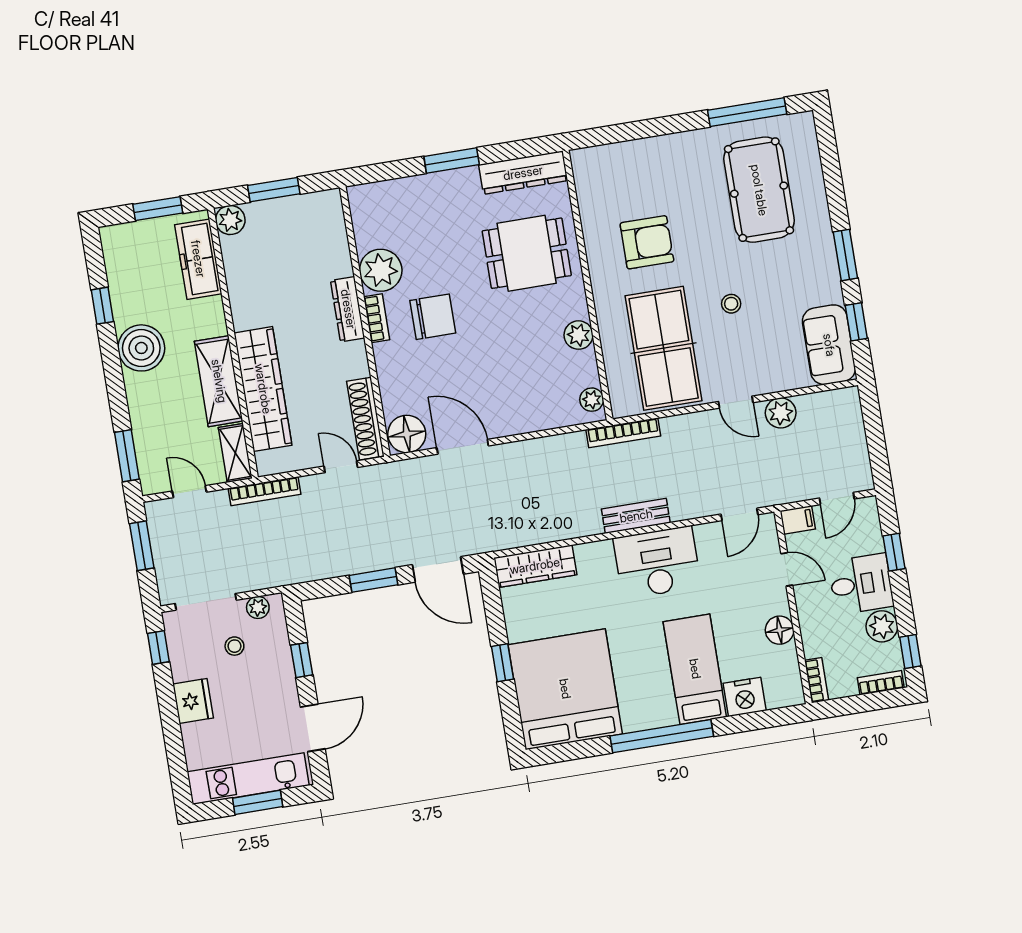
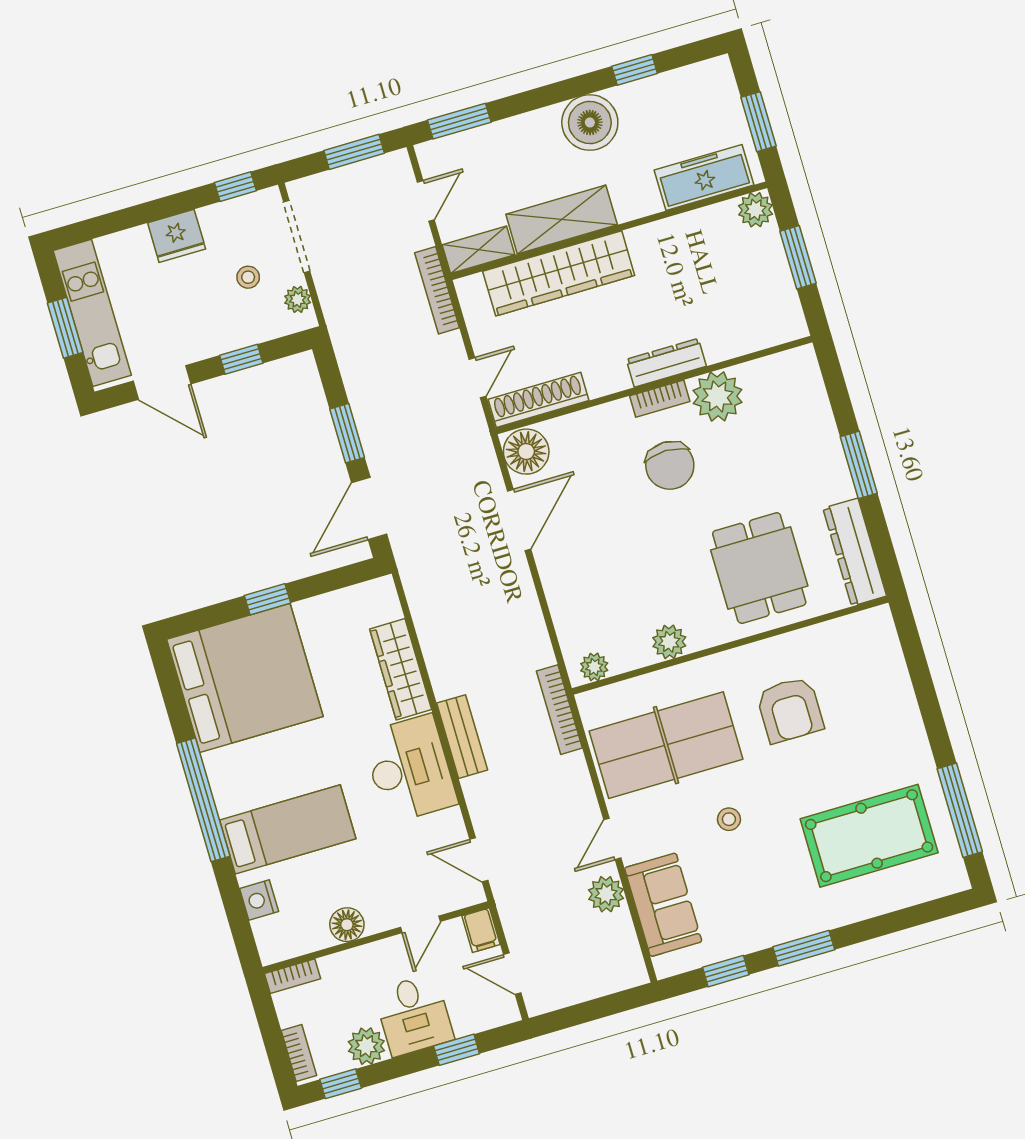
sofa: (829, 345) -> (663, 905), moved, turned 90
wardrobe: (535, 566) -> (401, 669), moved
nightstand: (745, 697) -> (259, 900), width x0.74, depth x0.75

